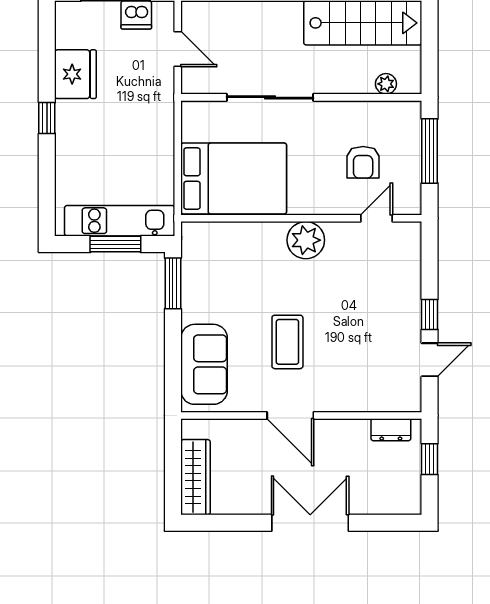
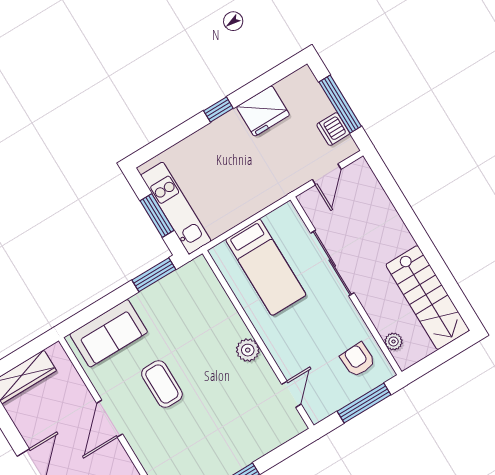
armchair: (363, 162) -> (358, 360), moved, turned 87
bed: (234, 179) -> (266, 267), width x0.67
door: (377, 218) -> (291, 394), hinge flipped
plant: (306, 240) -> (248, 350), width x0.73, depth x0.73
coffee table: (287, 342) -> (162, 384), turned 90

